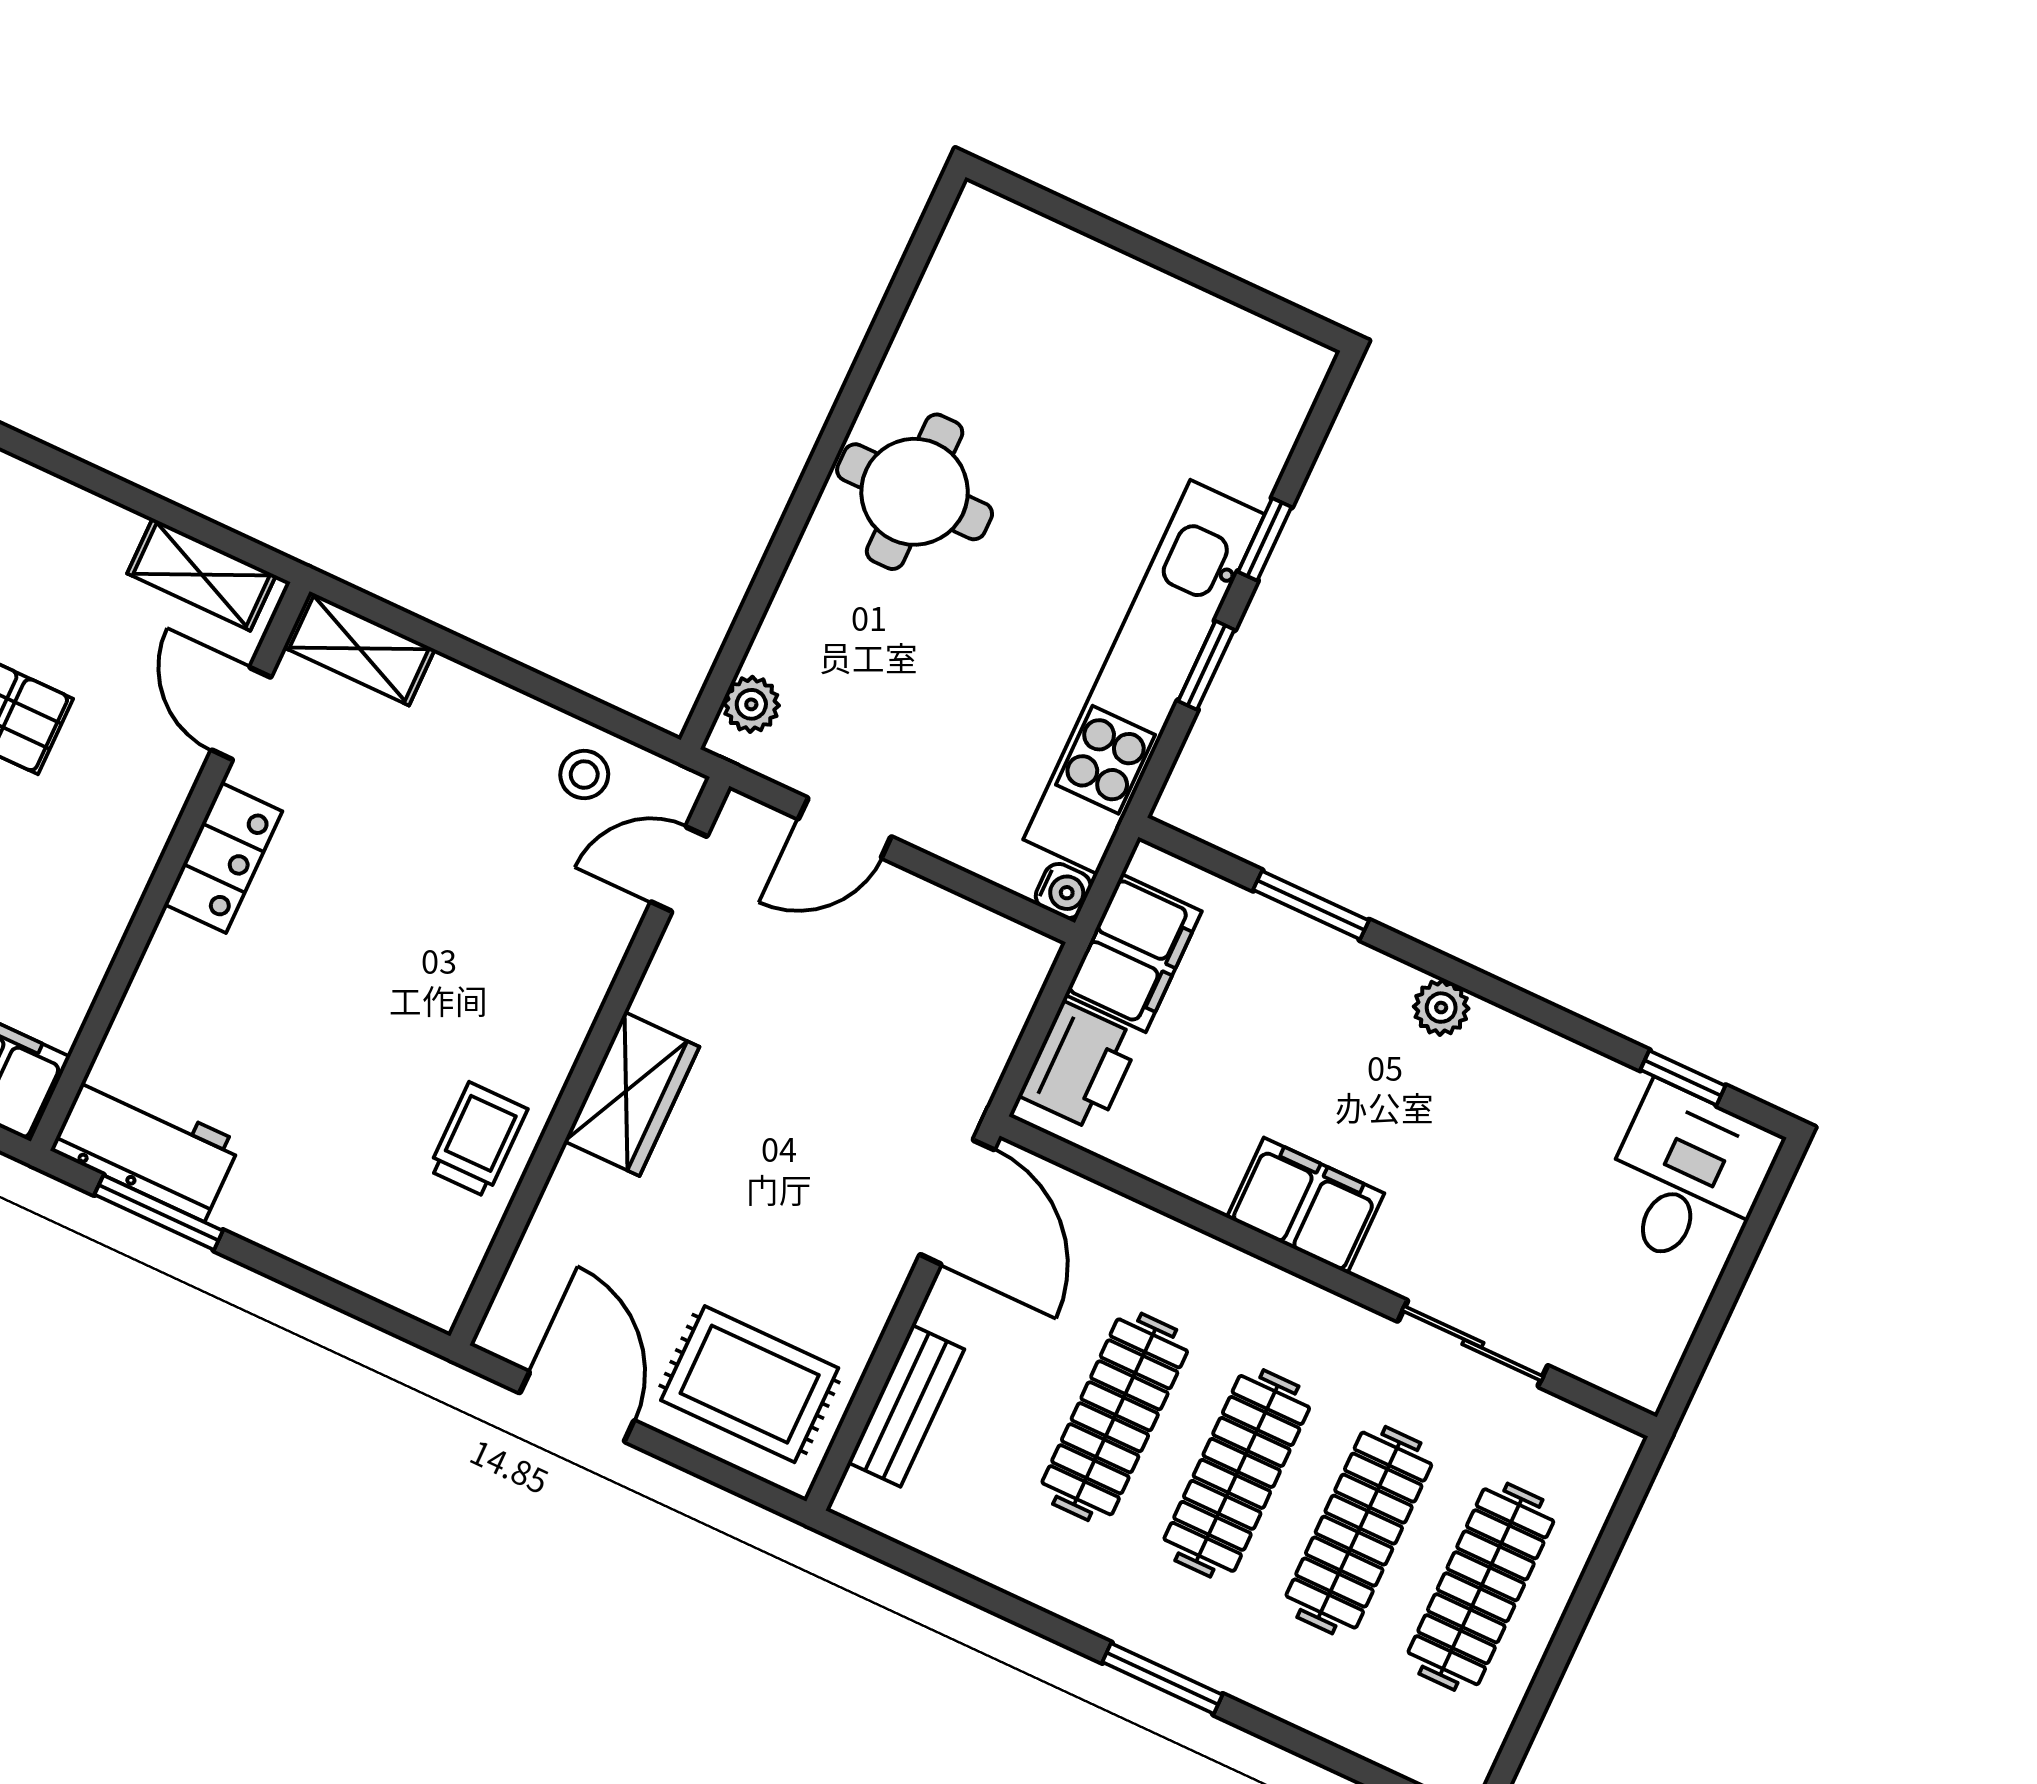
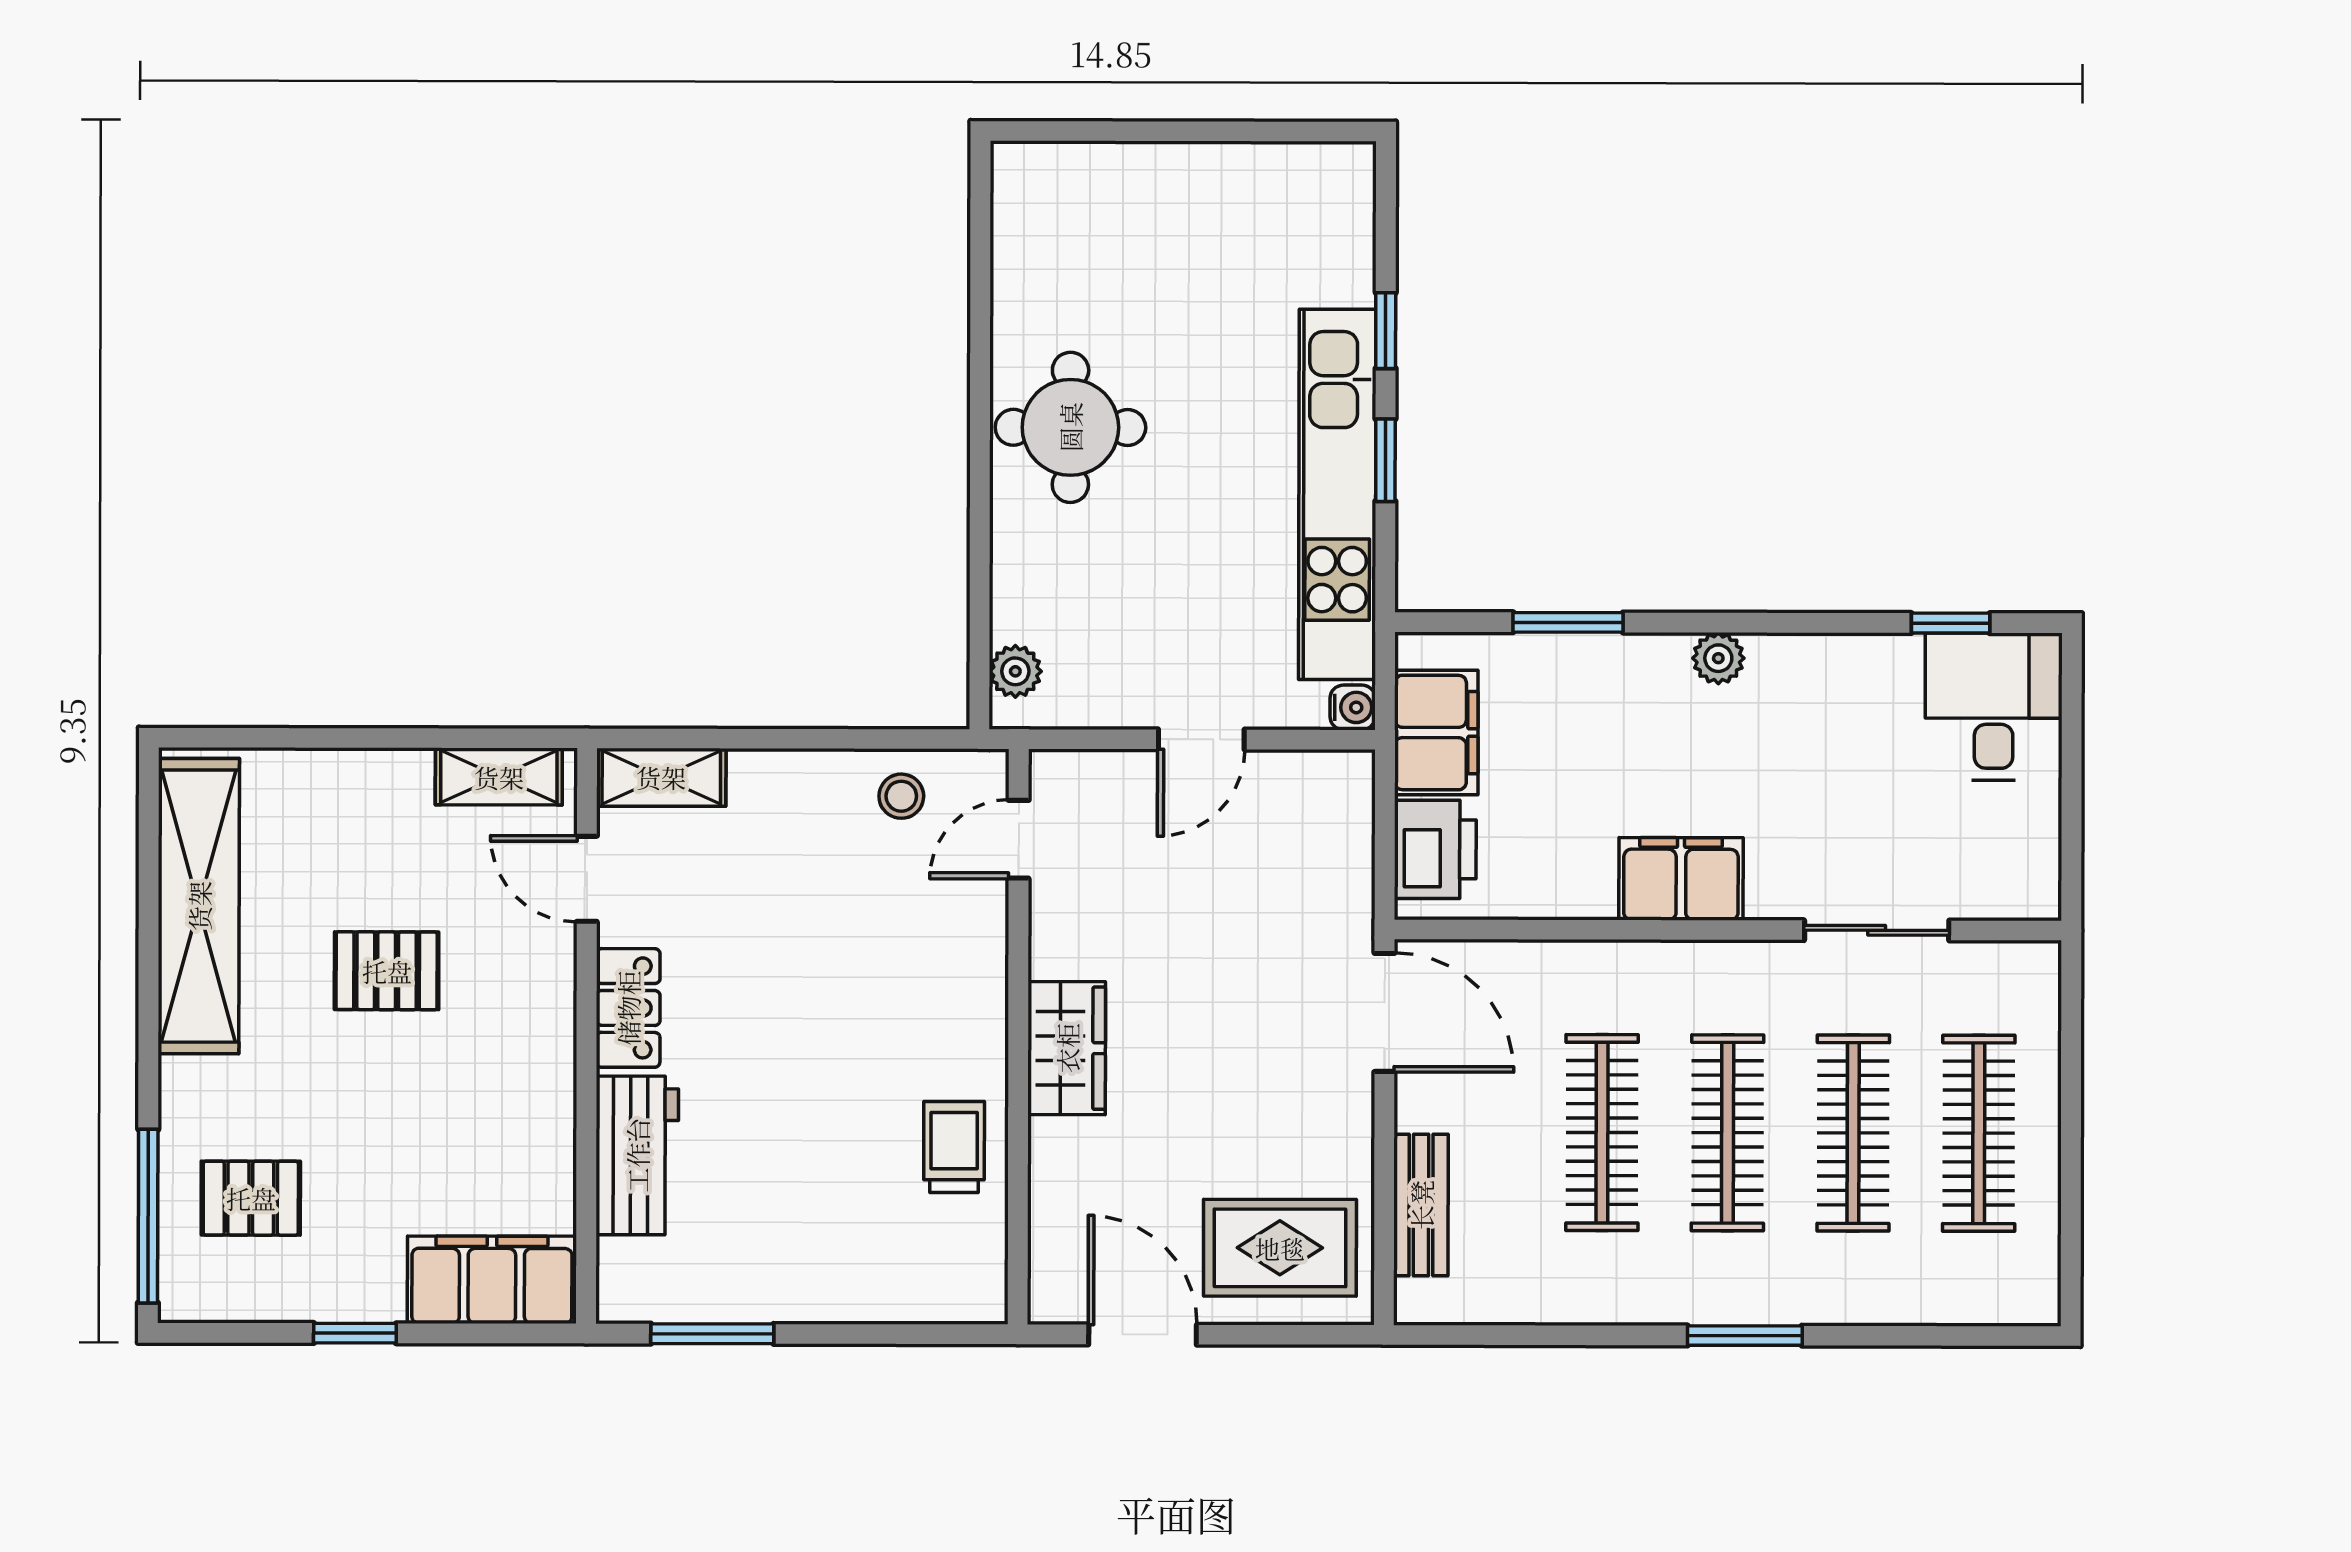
door: (845, 828) -> (1201, 739), moved
workbench: (146, 1146) -> (637, 1155), moved, turned 90

